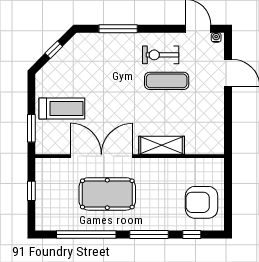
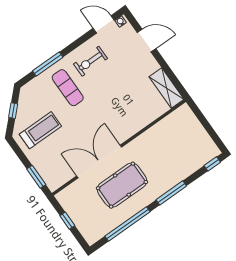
exercise mat: (167, 81) -> (68, 88), moved, turned 90
treadmill: (62, 109) -> (40, 130), moved
shelving: (162, 145) -> (167, 88), moved, turned 90
armchair: (202, 202) -> (192, 144), removed
window: (192, 235) -> (212, 164), moved

